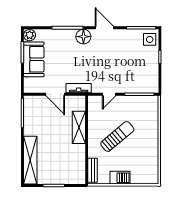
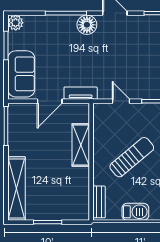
sofa: (34, 59) -> (21, 74), moved
door: (55, 94) -> (50, 101), hinge flipped
door: (109, 94) -> (121, 101), swing flipped

